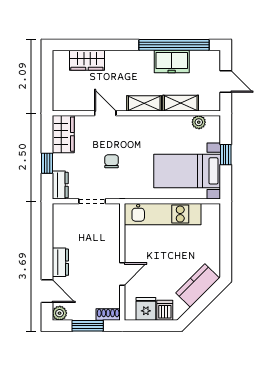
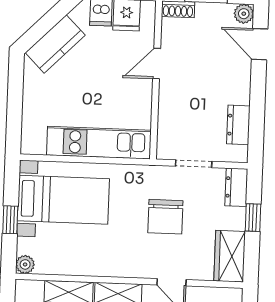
plant: (199, 122) -> (25, 264), moved
chair: (112, 161) -> (165, 217), width x1.87, depth x1.87
dresser: (60, 262) -> (238, 125), moved

